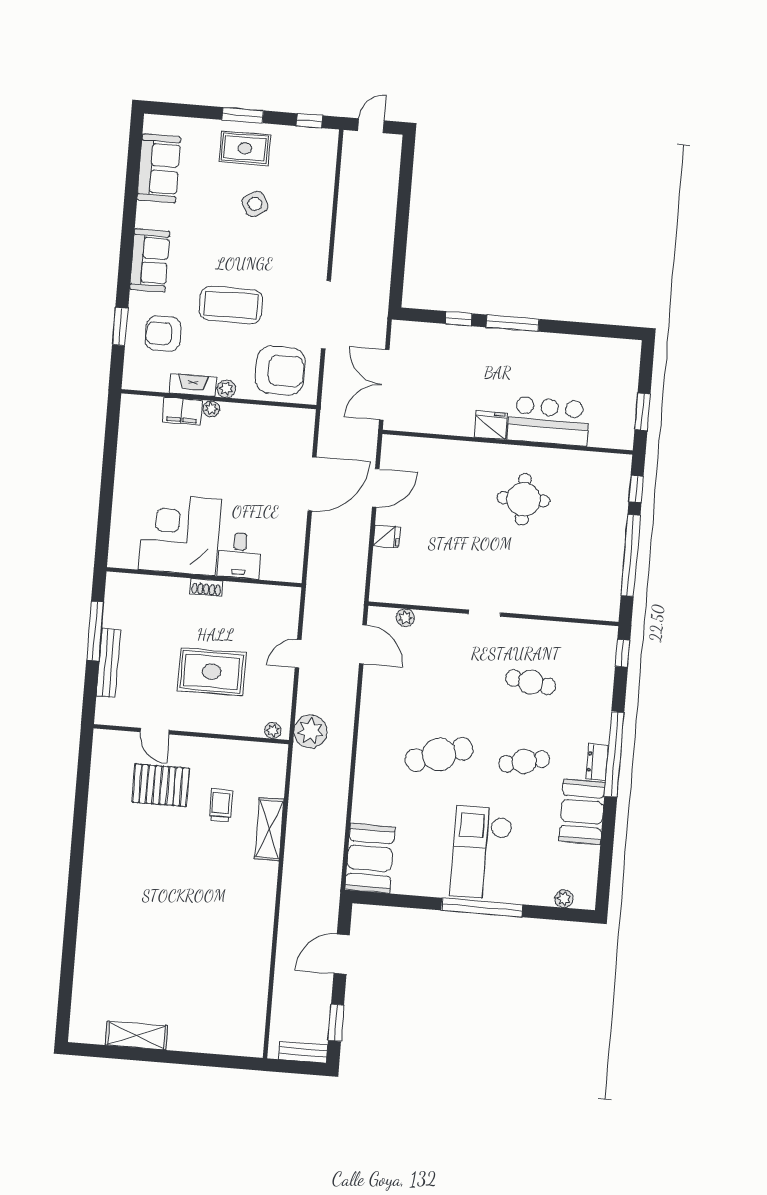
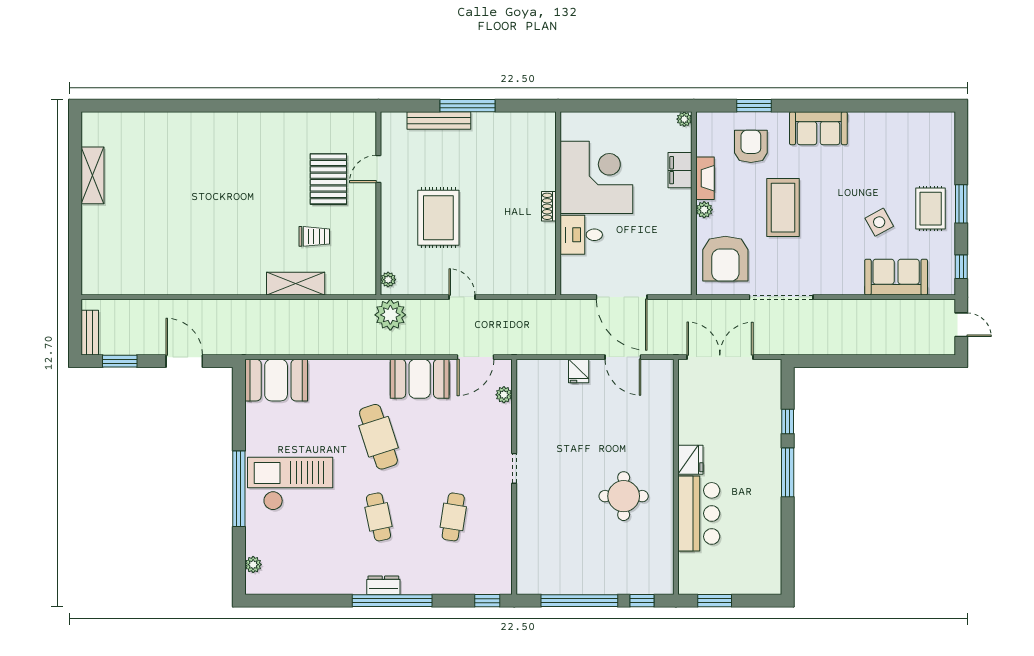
sofa: (159, 168) -> (896, 277), moved, turned 180
plant: (211, 409) -> (684, 119), moved
corner desk: (180, 534) -> (596, 177), moved
desk: (239, 555) -> (581, 235), moved
wall: (204, 577) -> (558, 203), moved
shoe rack: (206, 587) -> (549, 206), moved
booth: (582, 812) -> (420, 379), moved

